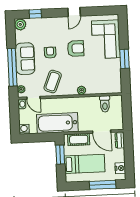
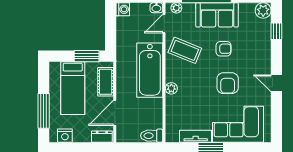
tv unit: (116, 71) -> (196, 136), added
toilet: (105, 104) -> (152, 136), moved
bathtub: (57, 123) -> (150, 70), moved, turned 180

